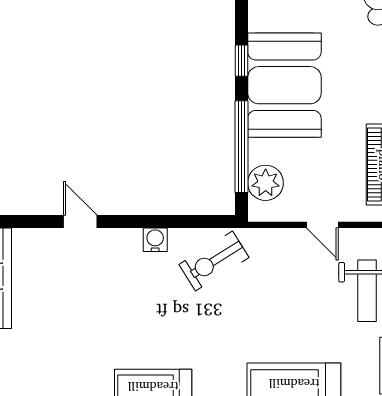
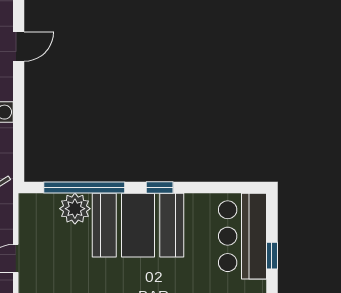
plant: (266, 183) -> (75, 209), moved

